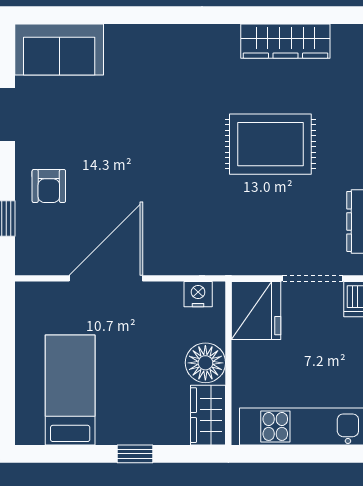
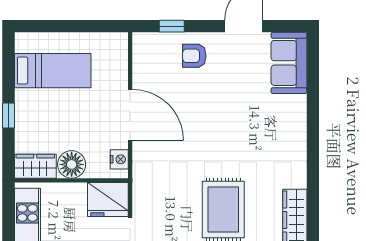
door: (106, 278) -> (130, 115), moved

